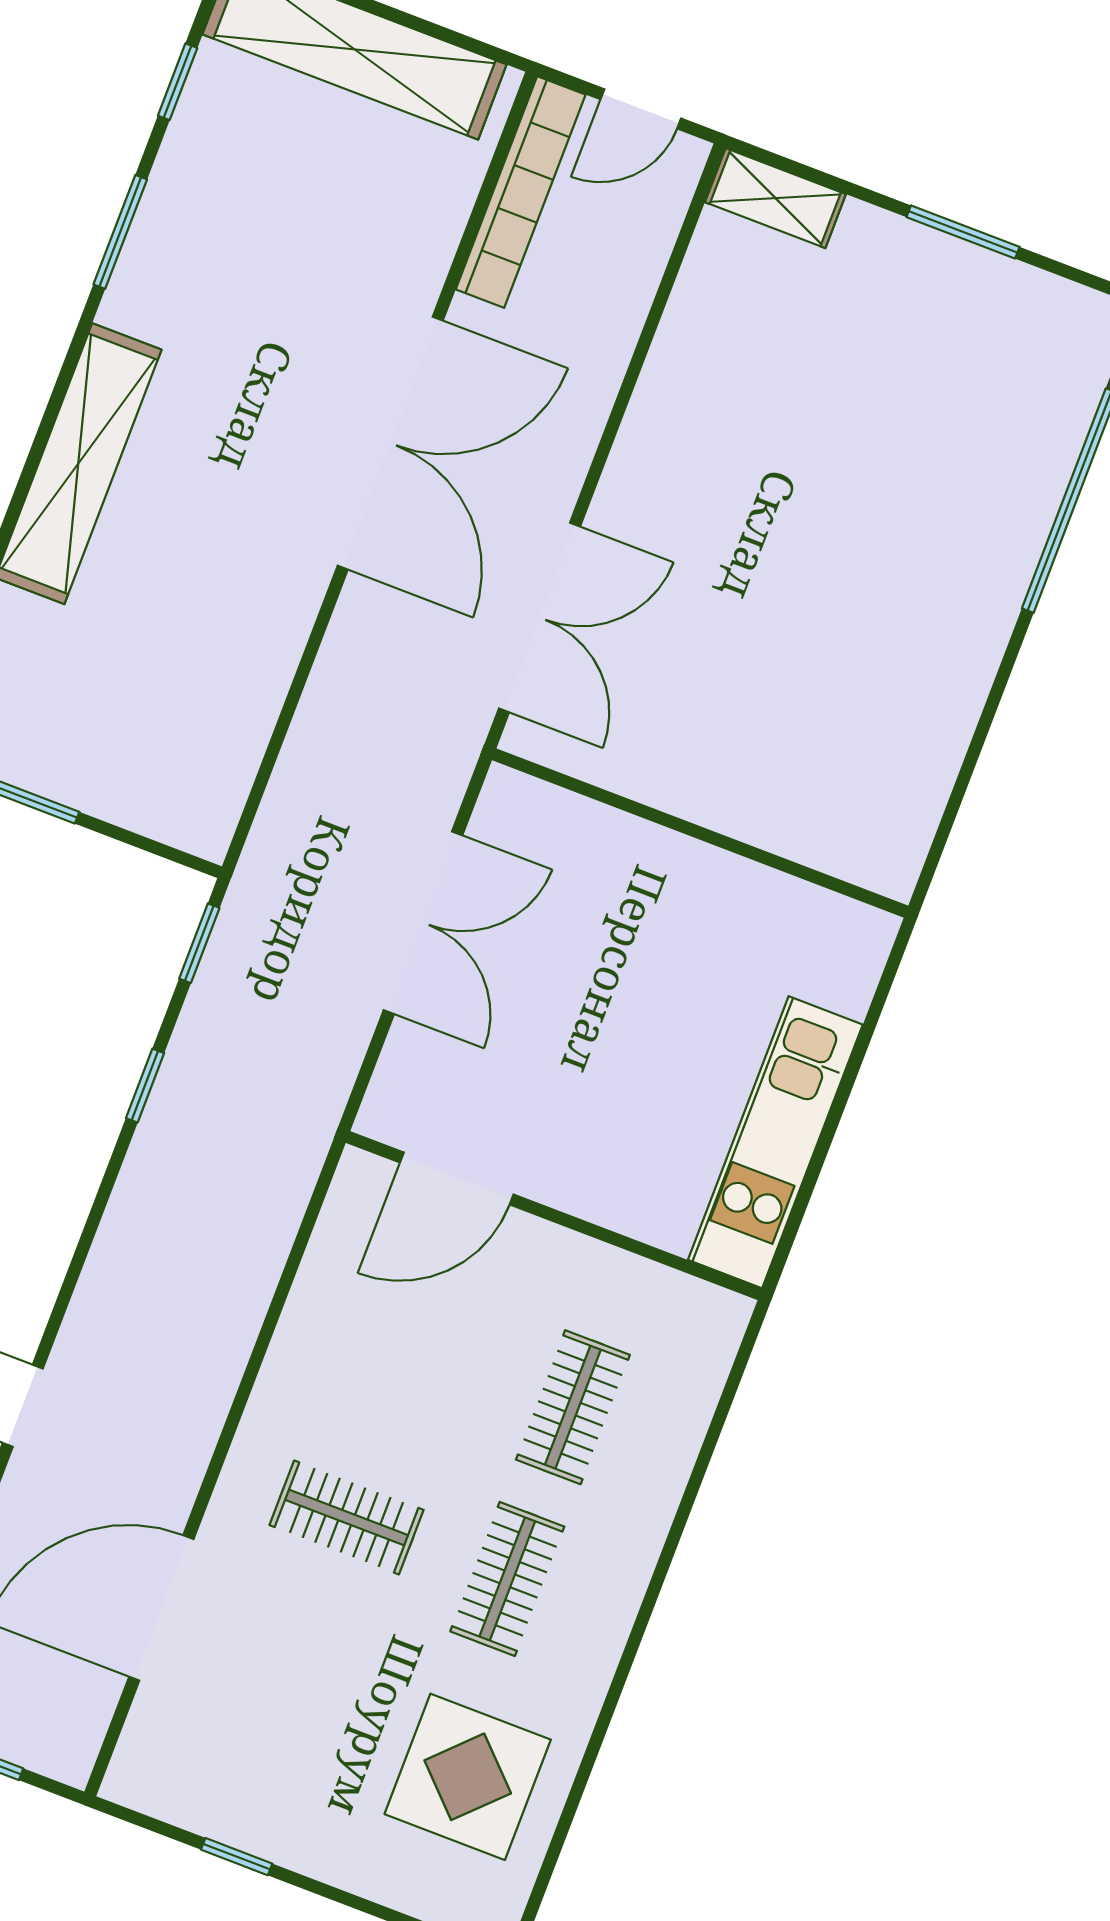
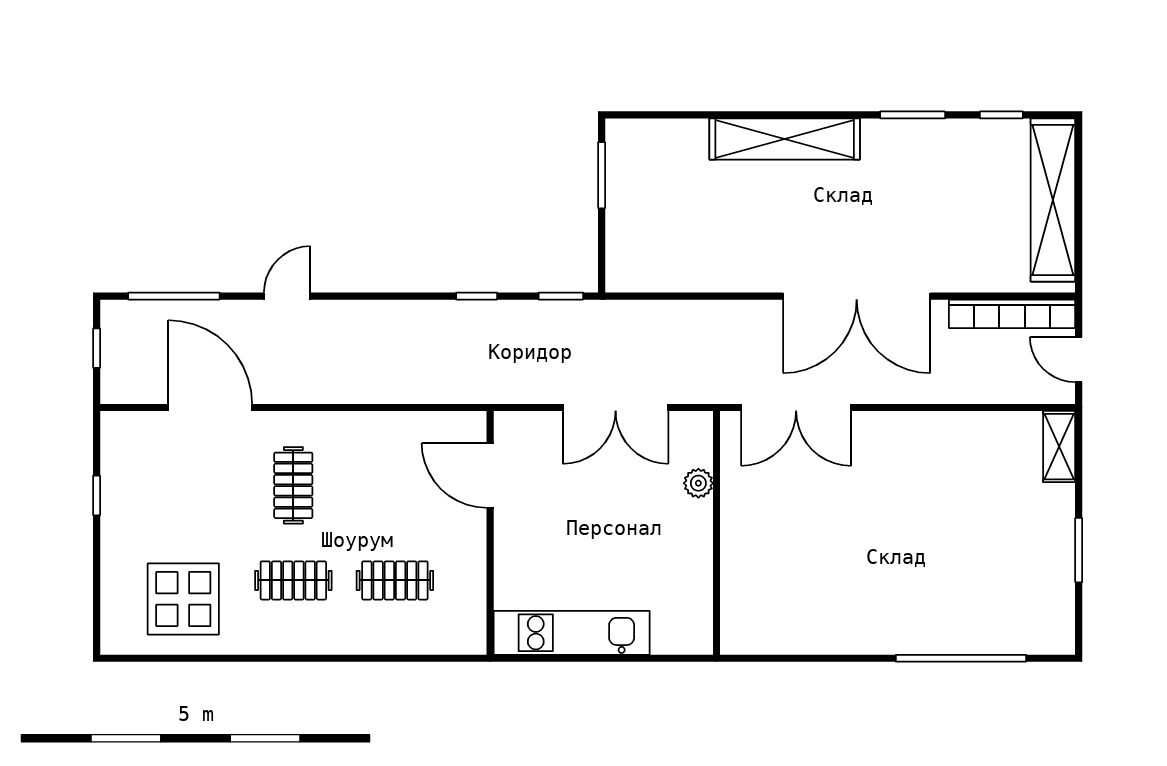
plant: (604, 832) -> (698, 483), added

